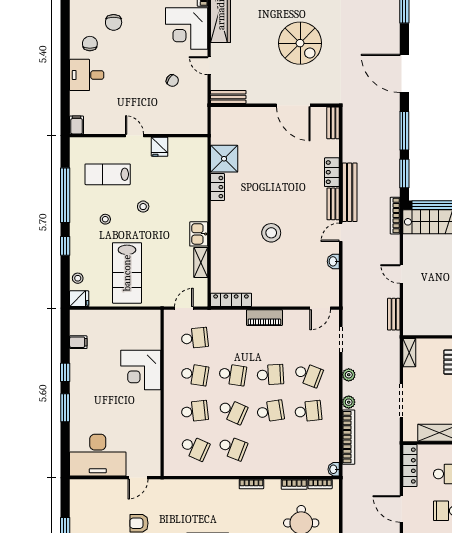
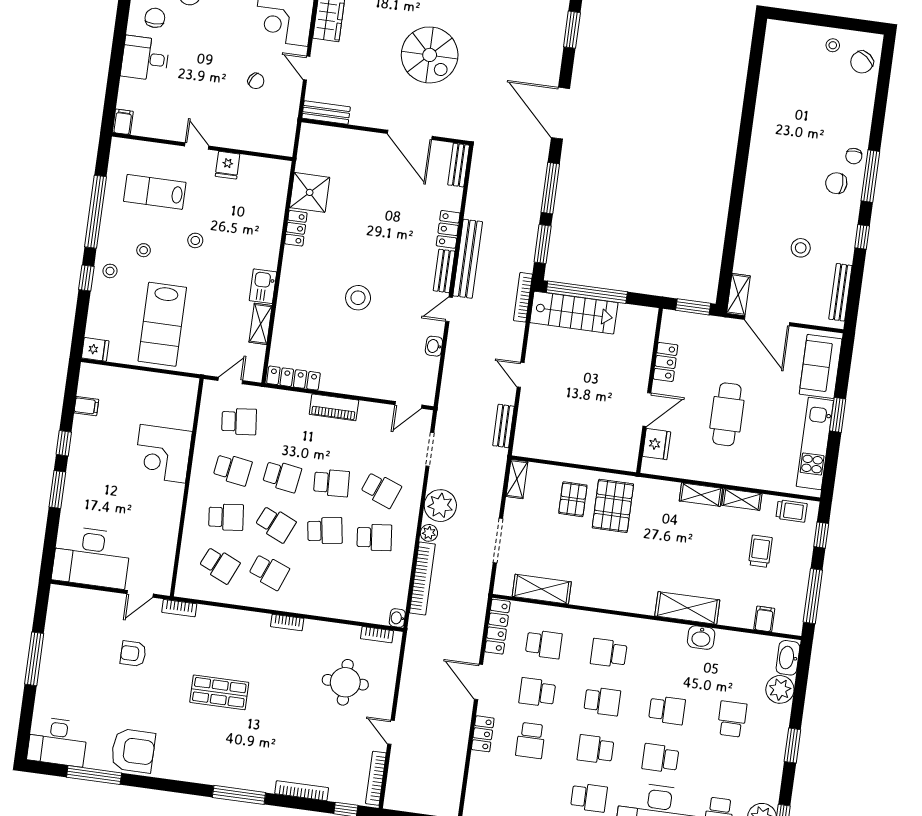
stool: (78, 278) -> (110, 271), moved
plant: (349, 375) -> (440, 506), width x1.88, depth x1.88
bookcase: (294, 484) -> (179, 608), moved

